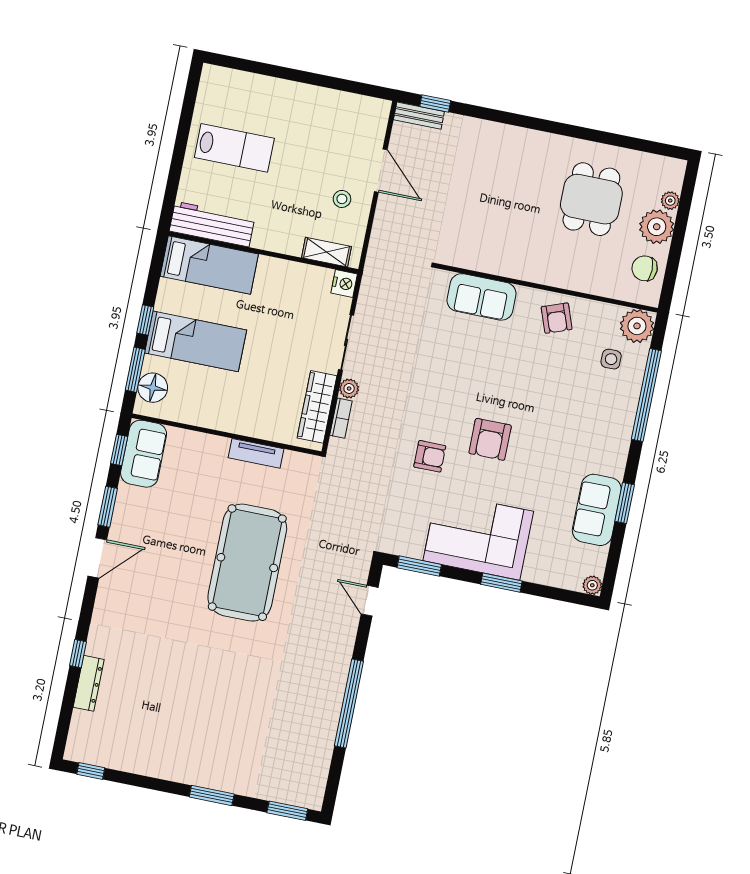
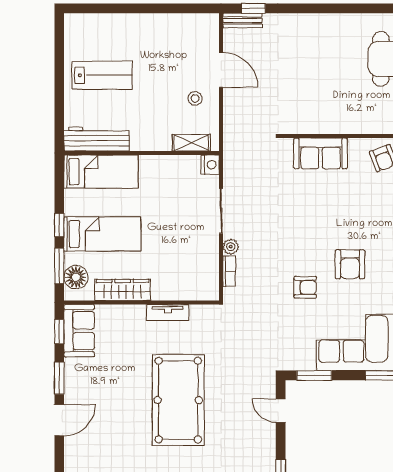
wardrobe: (317, 407) -> (123, 290), moved, turned 90

